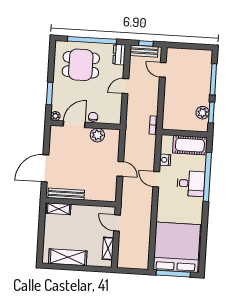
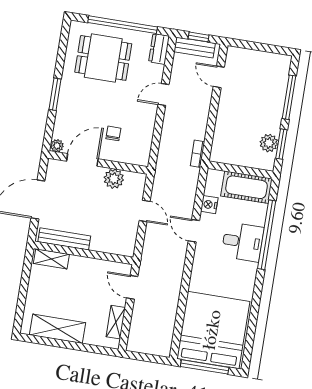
plant: (55, 116) -> (57, 146), moved
door: (74, 124) -> (82, 160), moved
wall: (85, 125) -> (98, 162), moved
plant: (97, 135) -> (114, 179), moved

